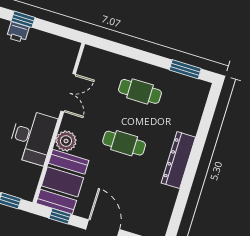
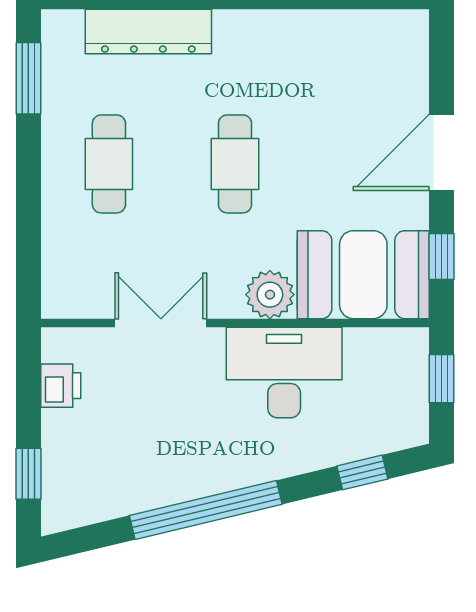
printer: (18, 32) -> (61, 386), moved
dresser: (178, 160) -> (148, 32), moved

